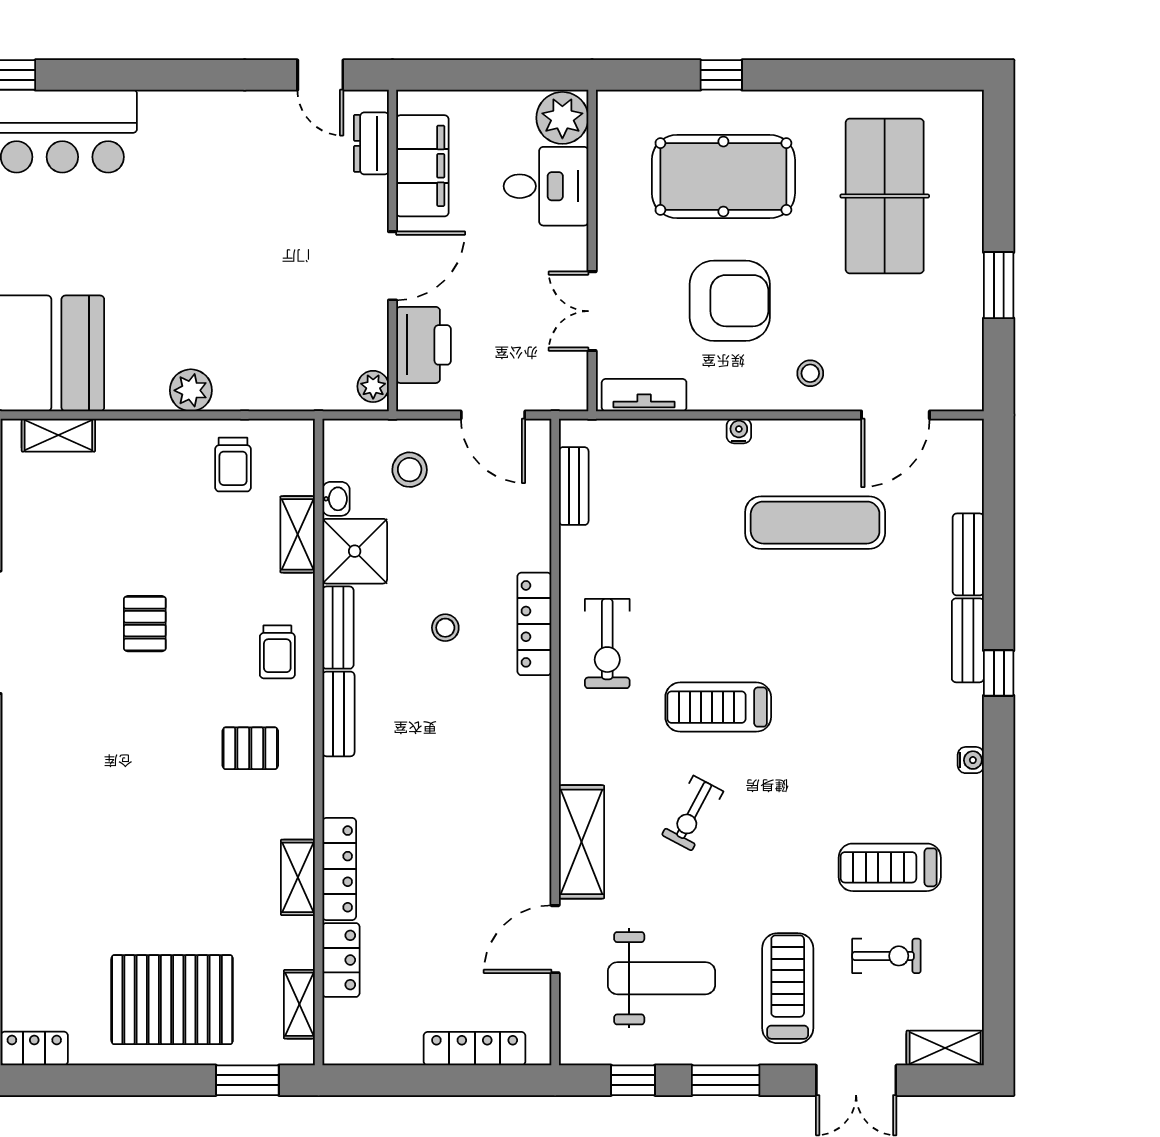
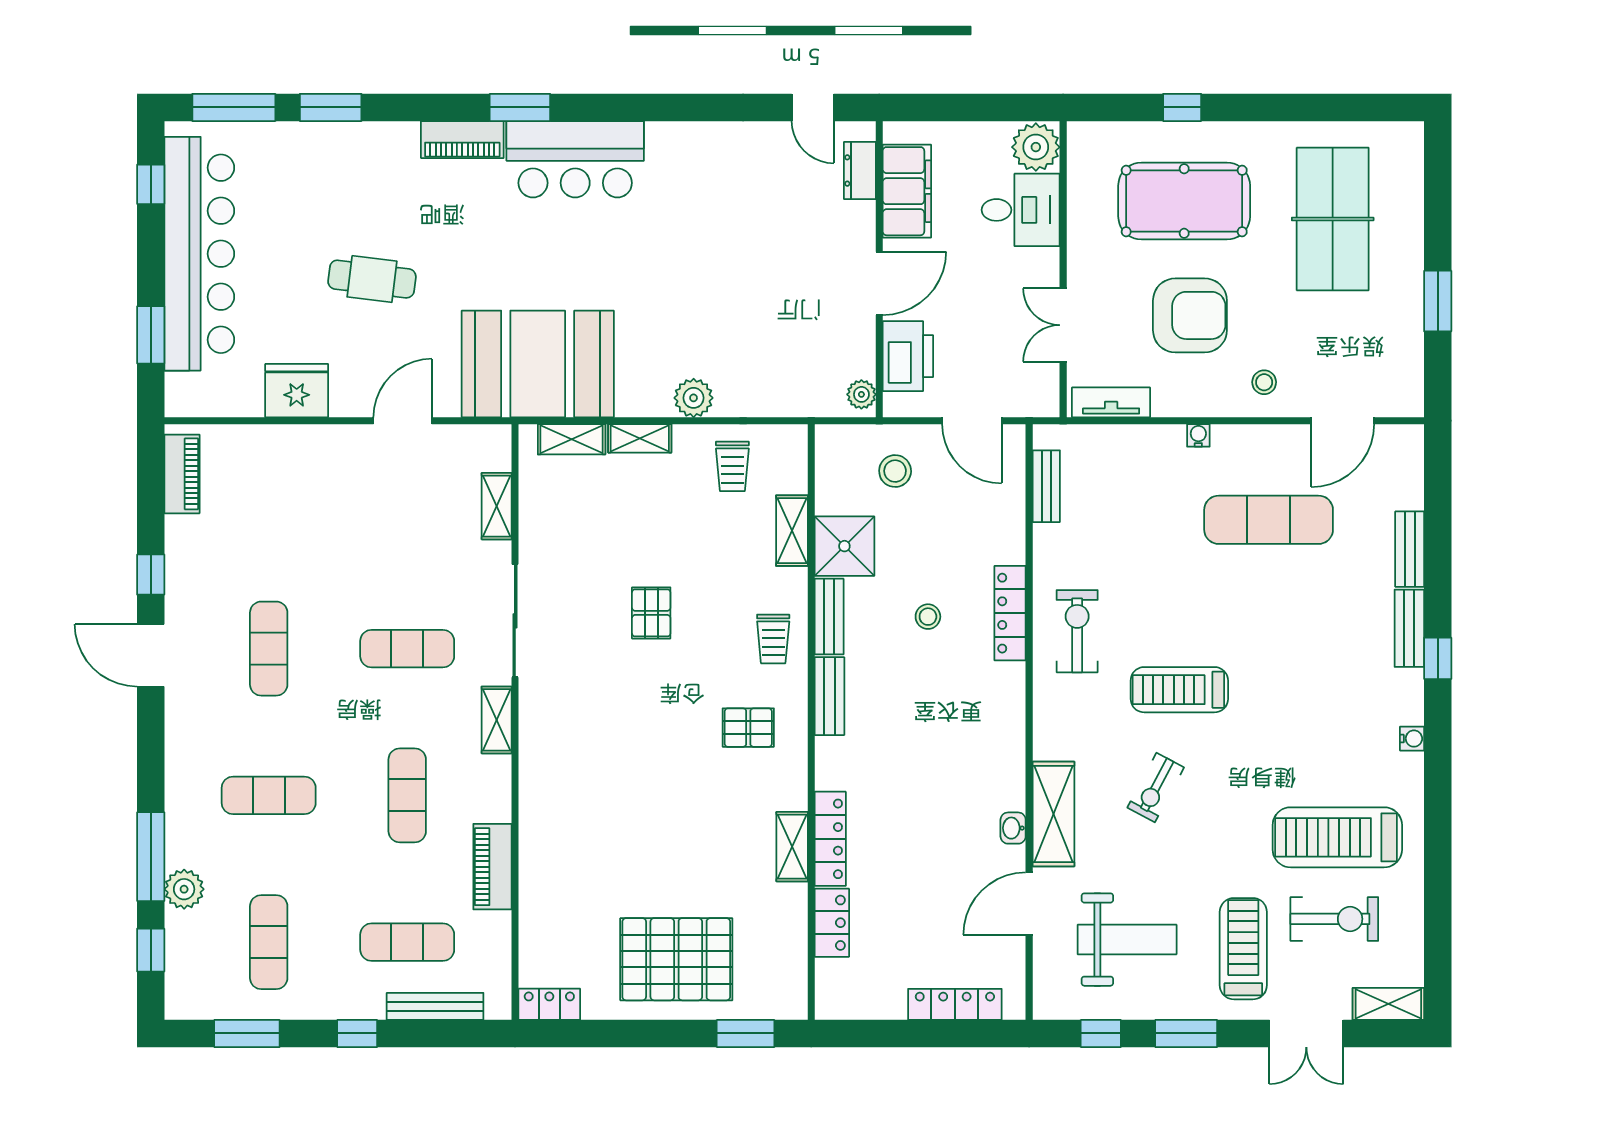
washbasin: (336, 499) -> (1013, 828), moved, turned 180
exercise bike: (607, 644) -> (1077, 631), turned 180
treadmill: (890, 867) -> (1337, 837), width x1.37, depth x1.38
exercise bike: (886, 956) -> (1334, 919), width x1.38, depth x1.39
shelving: (299, 1004) -> (640, 438), moved, turned 90

